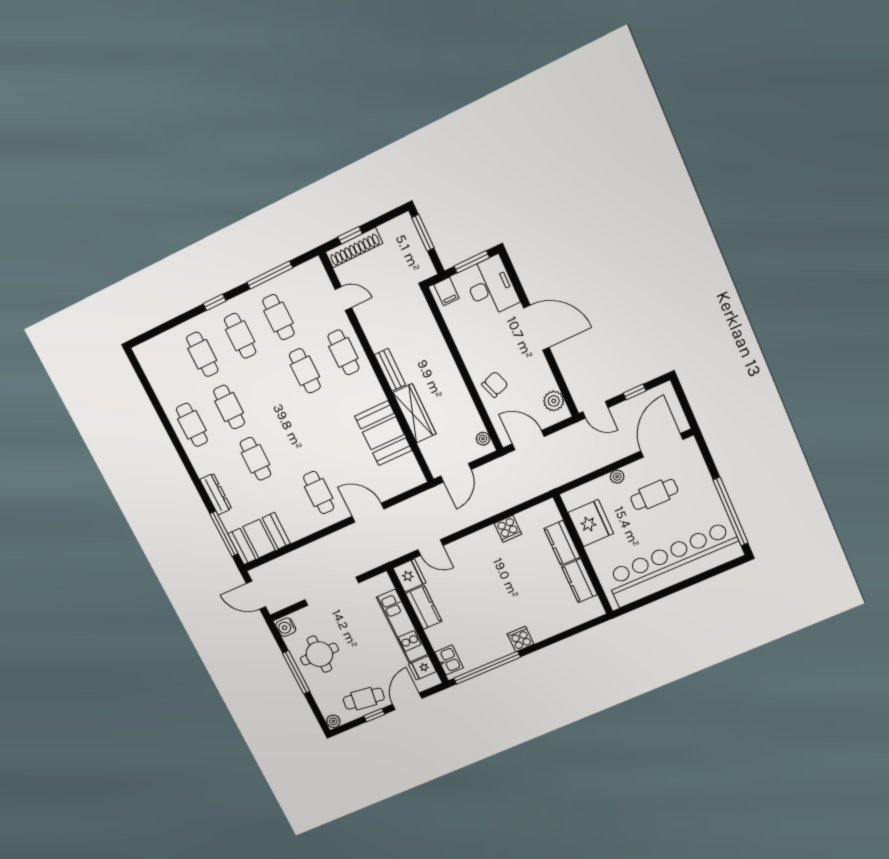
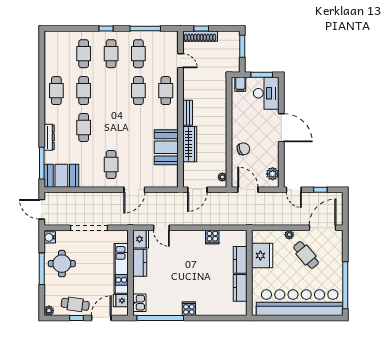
cafe table: (654, 494) -> (306, 255), turned 50
door: (368, 513) -> (134, 190), swing flipped

